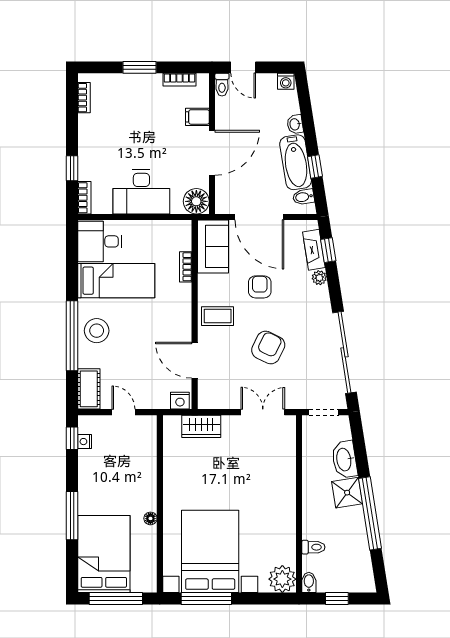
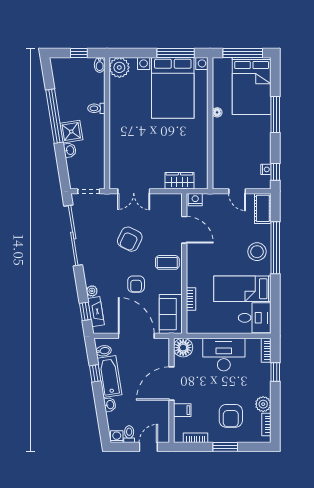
door: (243, 67) -> (148, 447), hinge flipped
toilet: (222, 85) -> (129, 434), moved
armchair: (132, 109) -> (231, 416), added
plant: (88, 125) -> (263, 404), added
washbasin: (344, 459) -> (70, 150), width x0.52, depth x0.69
toilet: (313, 547) -> (96, 108), moved

